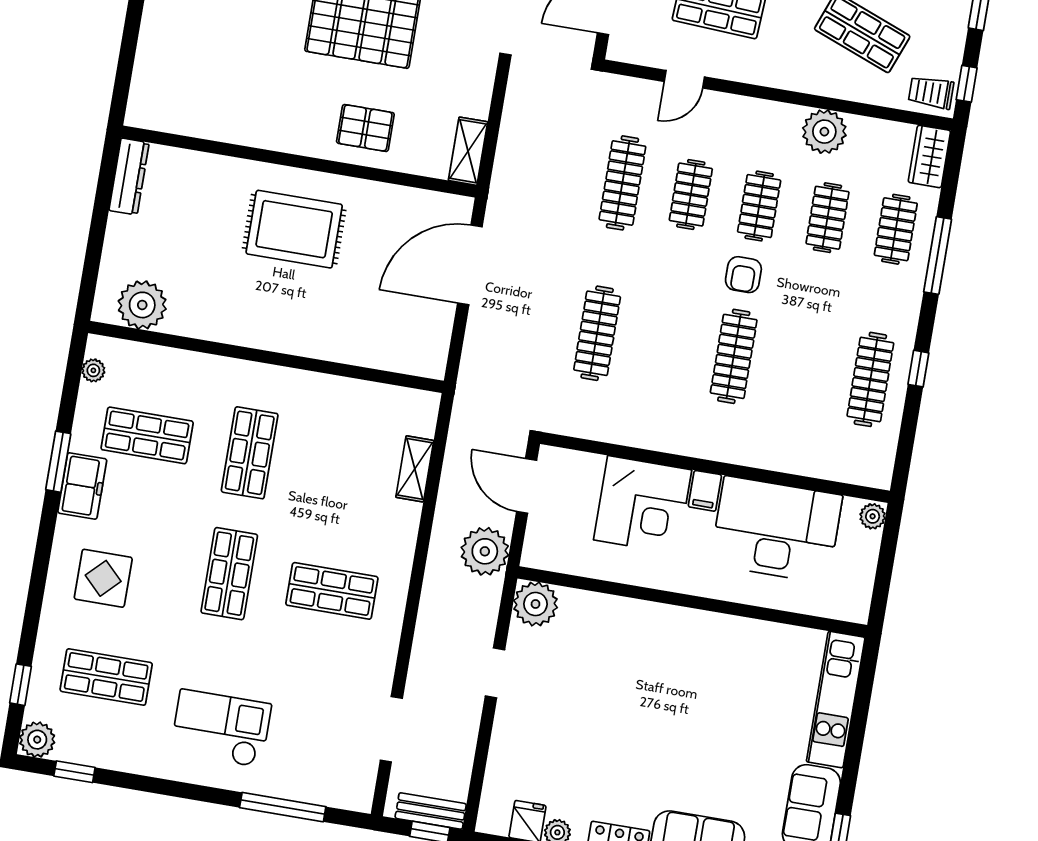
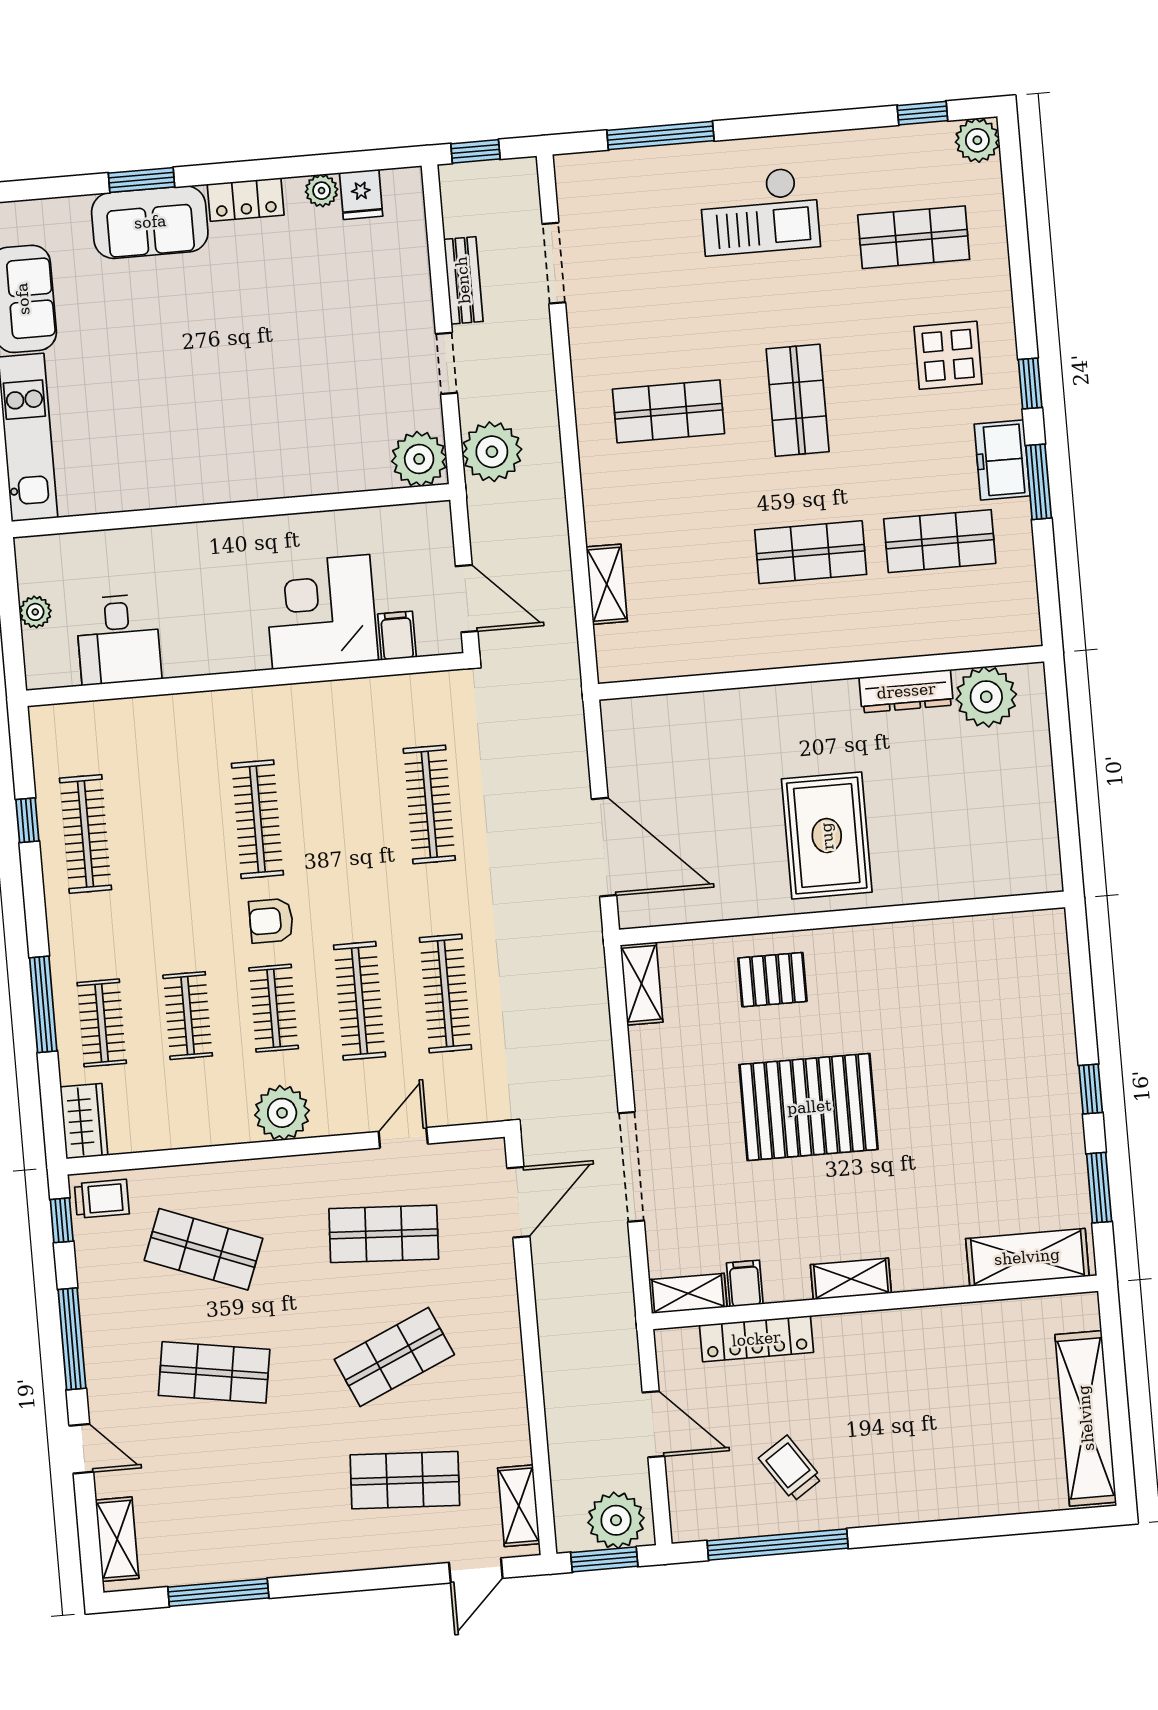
plant: (824, 132) -> (282, 1113), moved
dresser: (129, 177) -> (906, 691), moved, turned -90
clothes rail: (691, 195) -> (360, 1001), width x1.36
rug: (294, 229) -> (827, 836), turned 90
door: (470, 265) -> (604, 847), hinge flipped
armchair: (743, 275) -> (271, 921), turned -90
window: (918, 369) -> (27, 820), moved
plant: (93, 370) -> (1025, 603), removed
shop shelf: (250, 453) -> (811, 552), turned 90
filing cabinet: (705, 491) -> (397, 636), moved
plant: (873, 516) -> (35, 612), moved
desk: (776, 530) -> (118, 639), width x0.53, depth x0.77
plant: (485, 551) -> (492, 452), moved
window: (21, 685) -> (1030, 384), moved
bench: (431, 811) -> (463, 280), moved, turned 90

